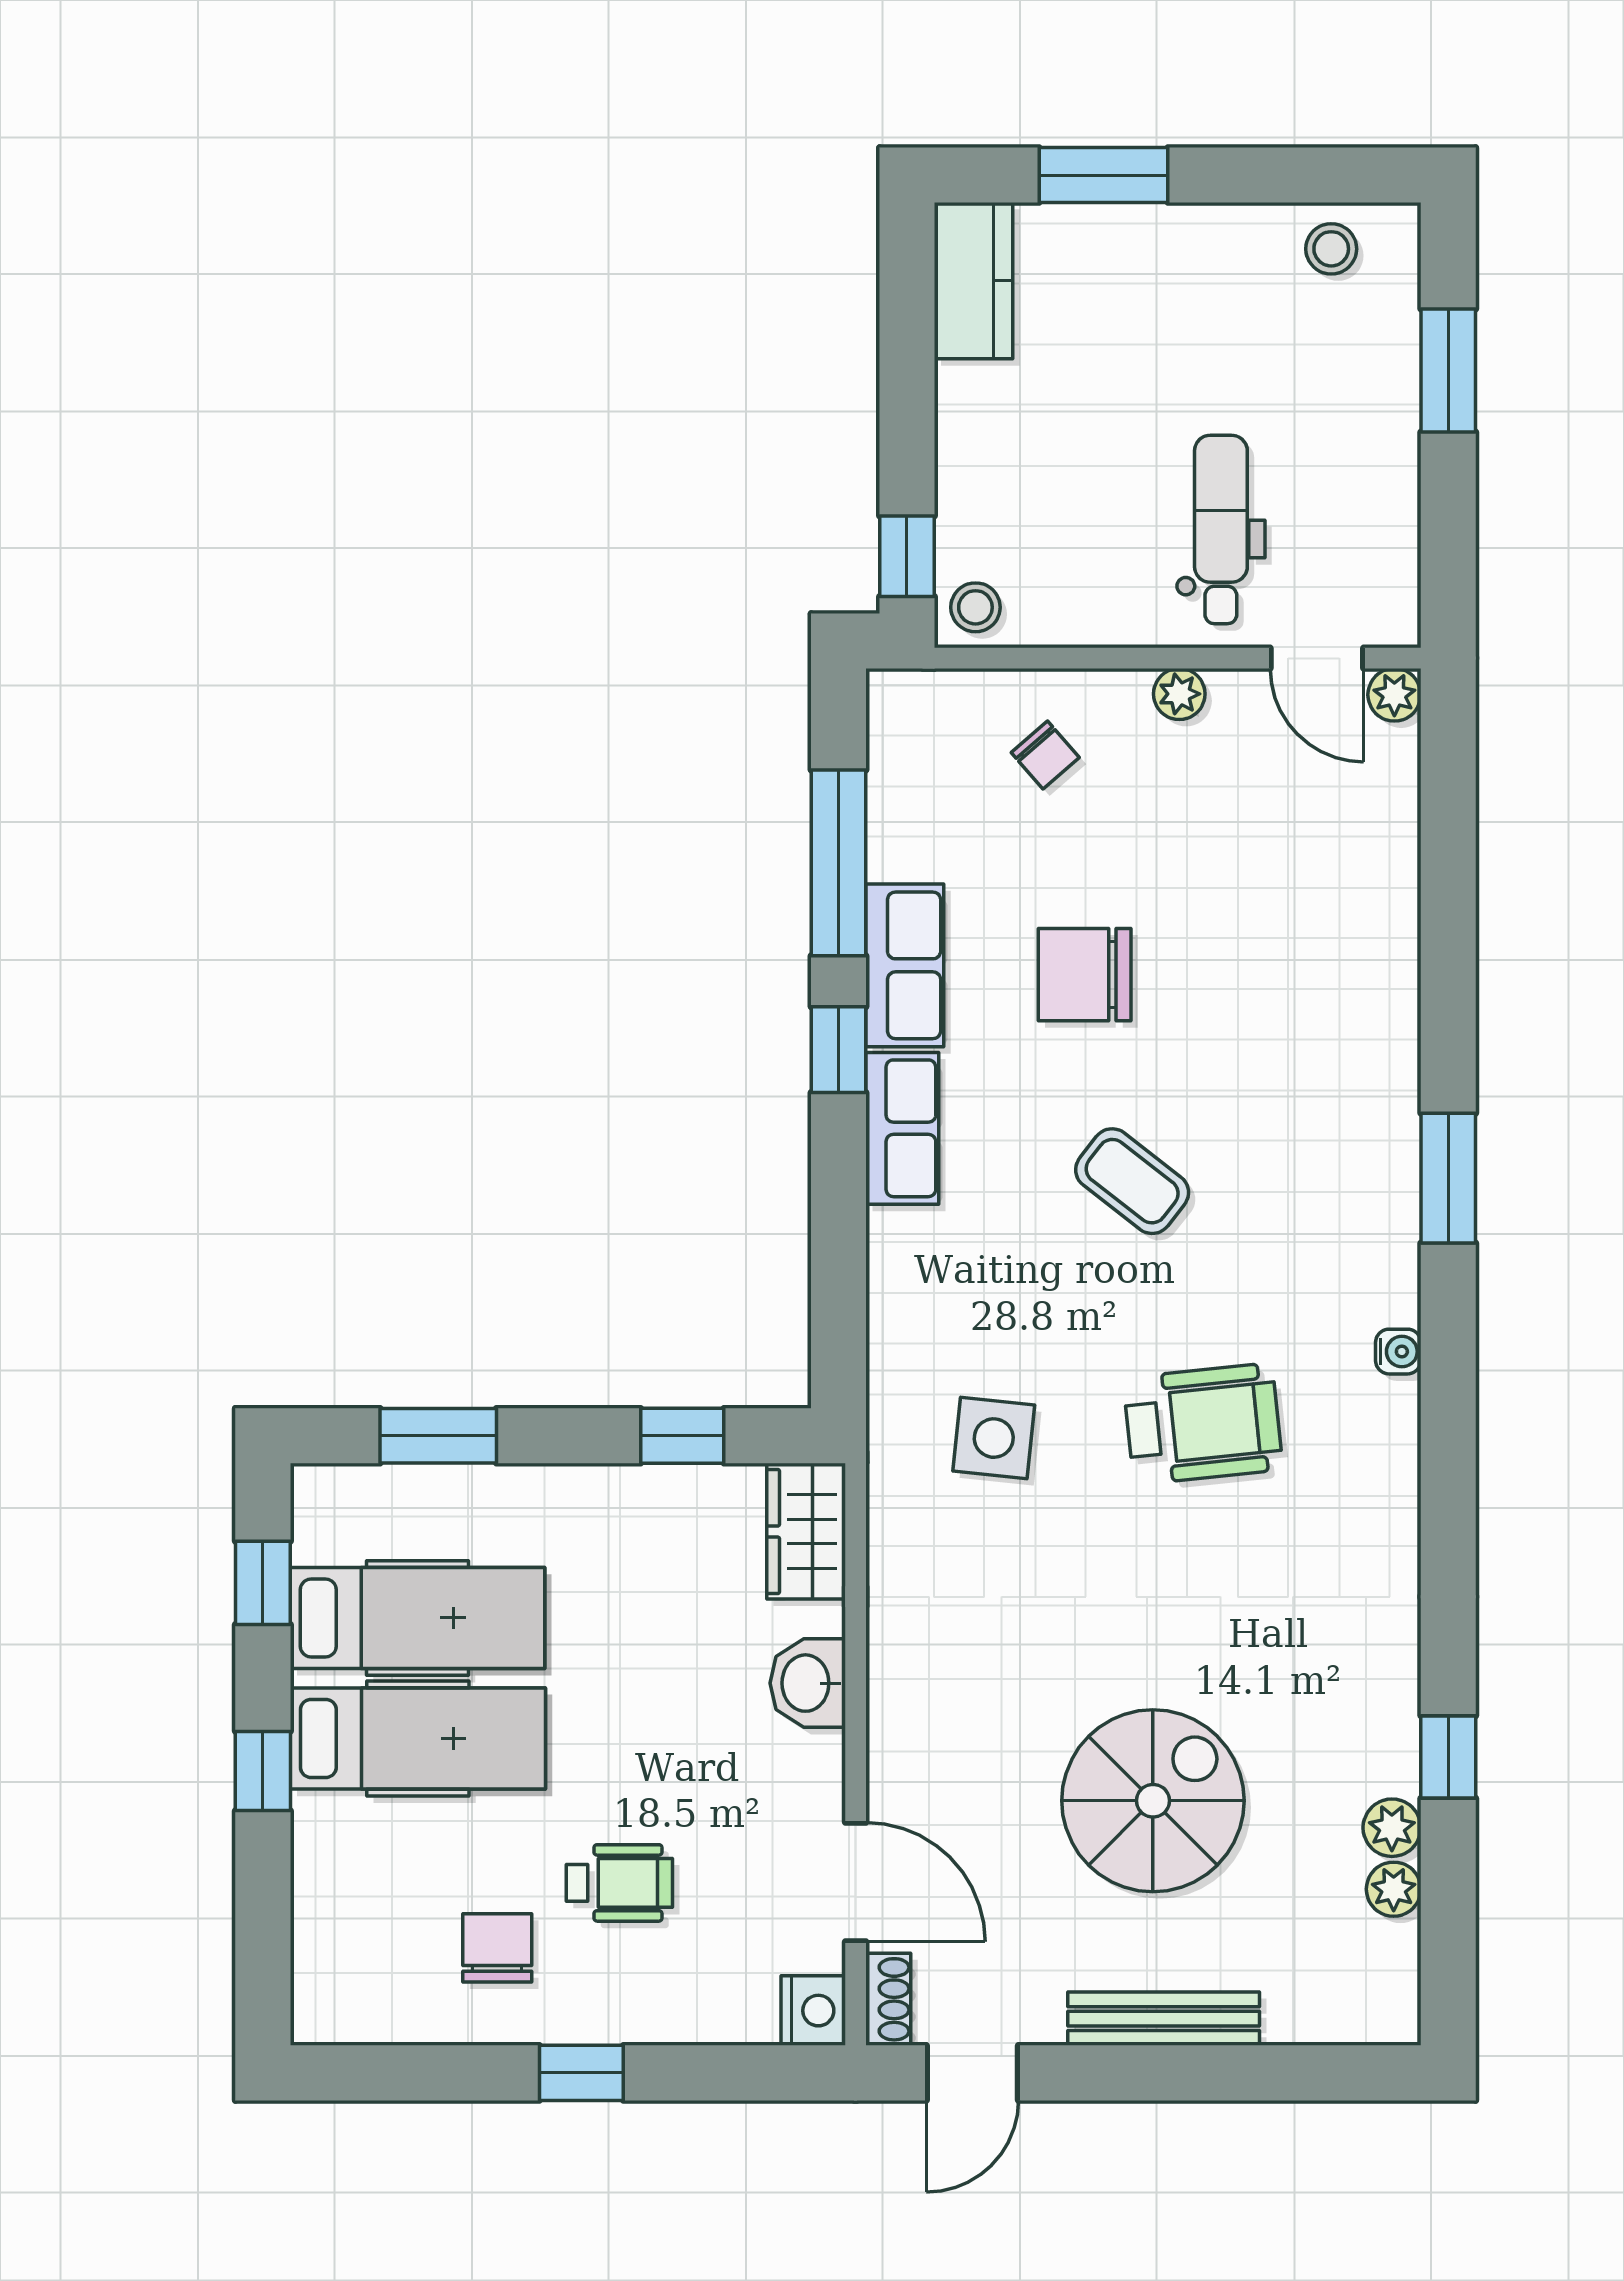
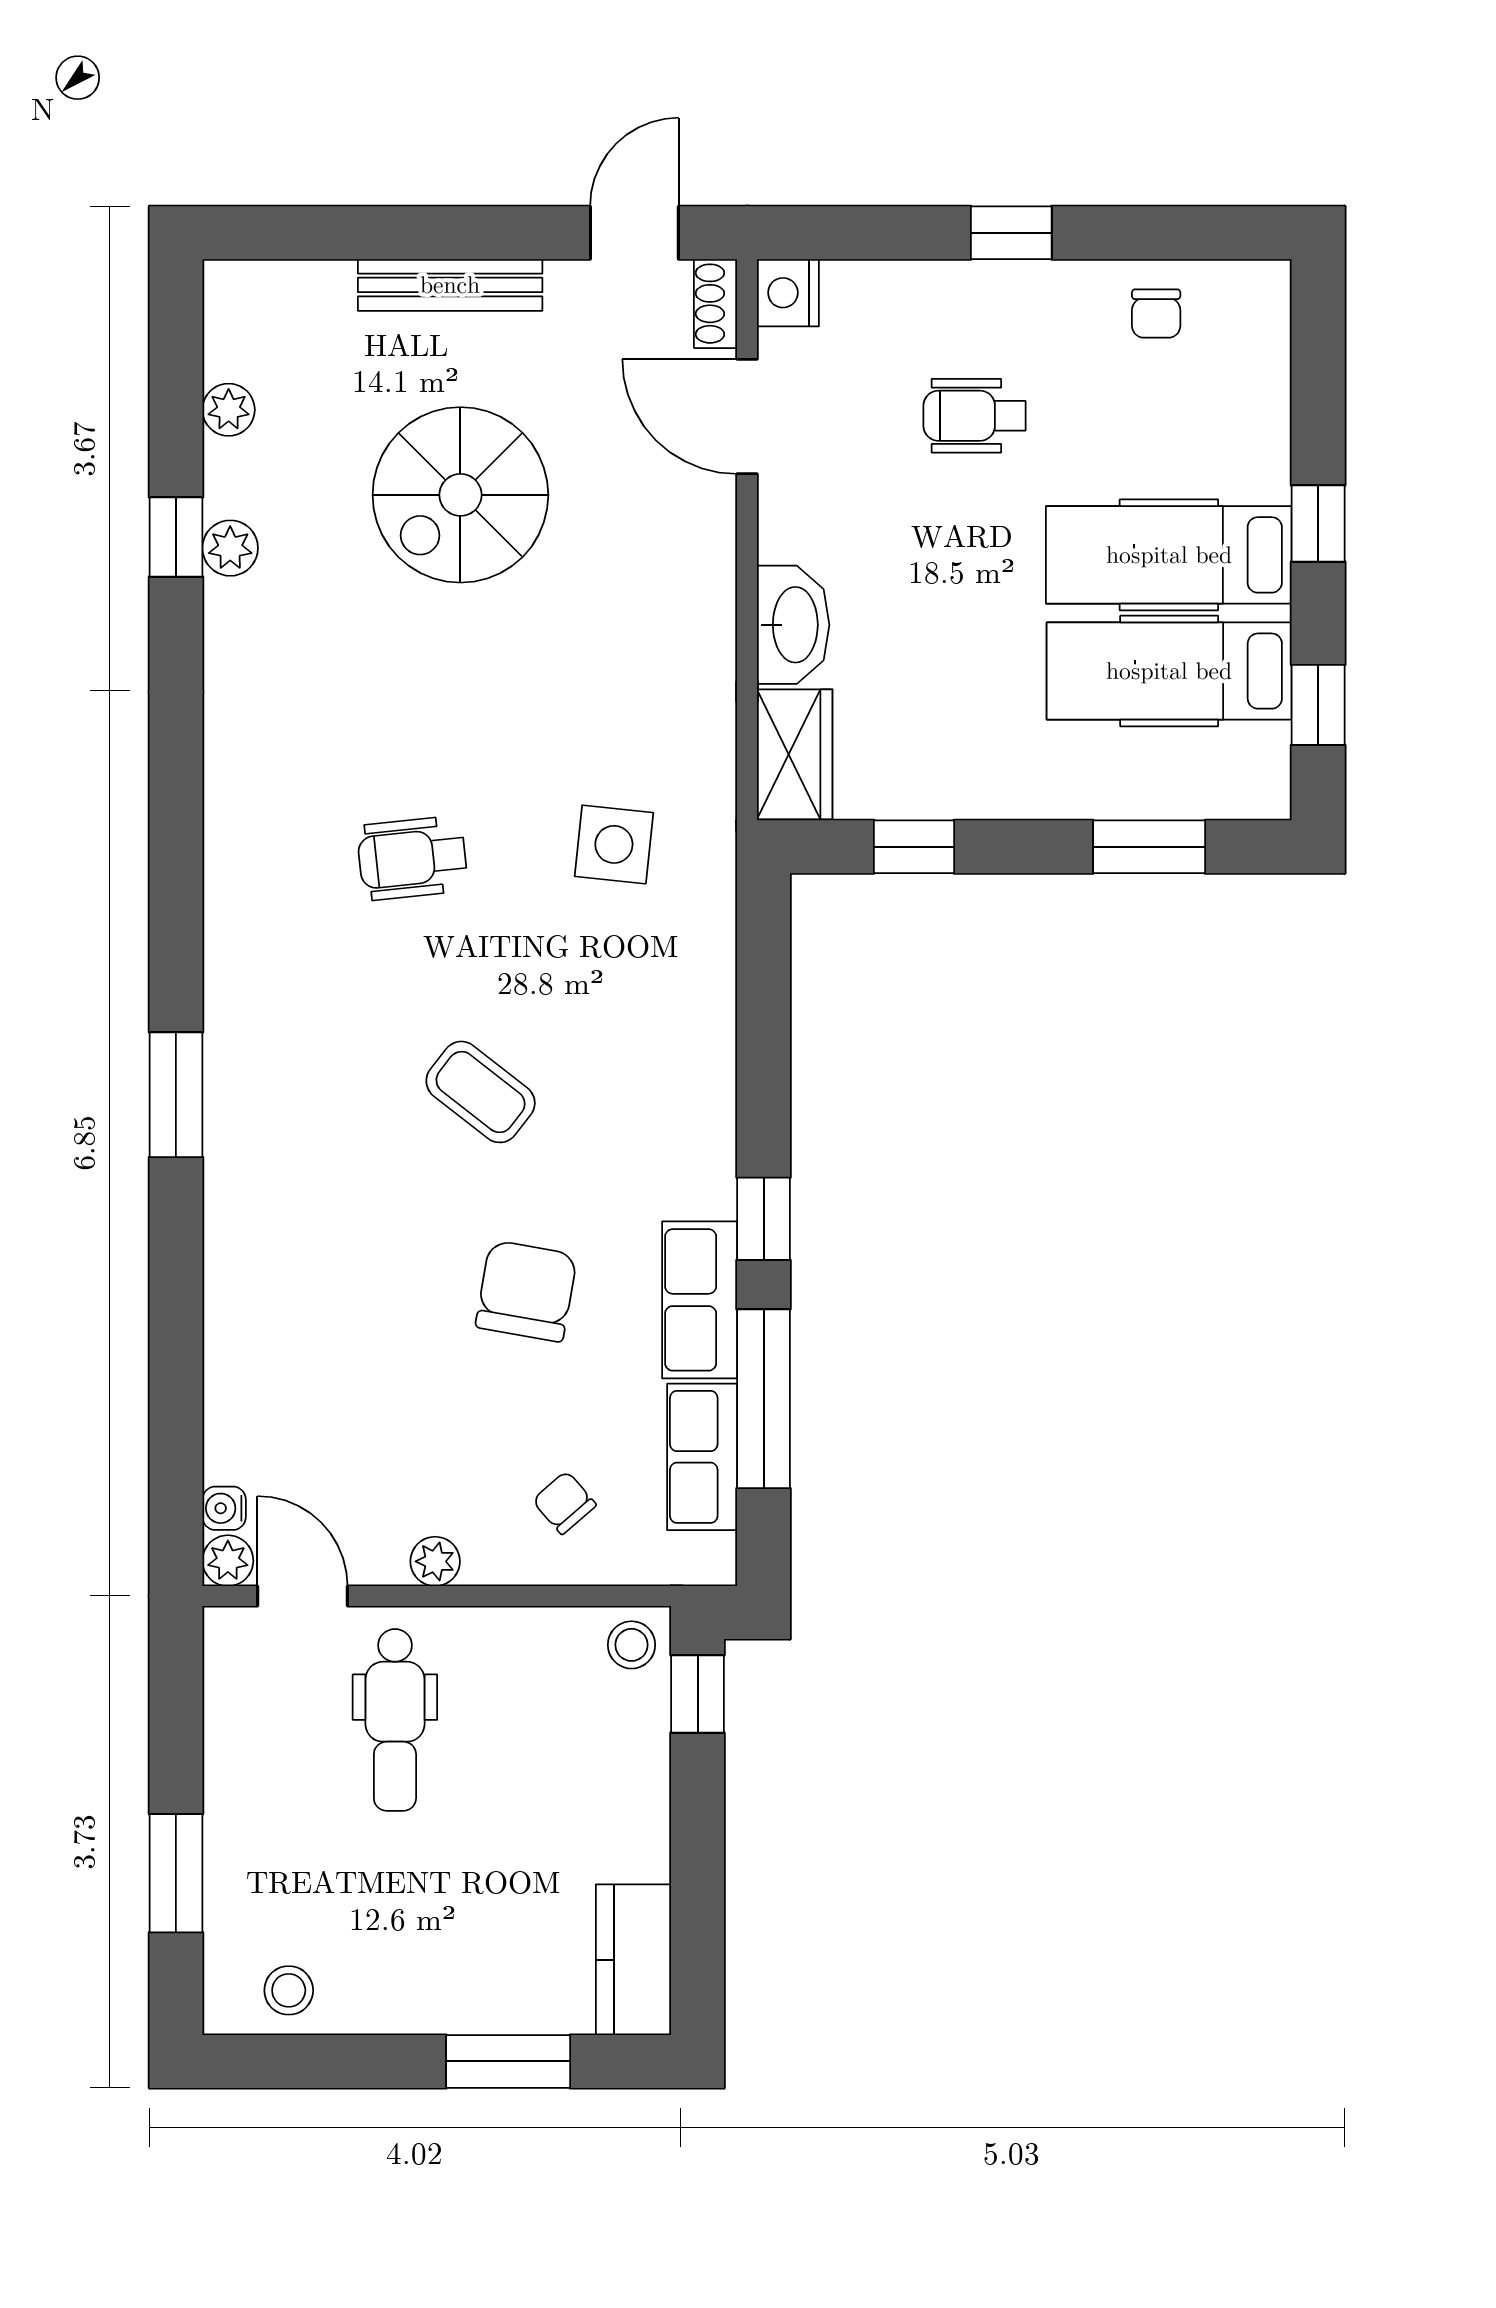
chair: (1085, 975) -> (526, 1291), turned -80
row of seats: (902, 1128) -> (702, 1457), moved
water cooler: (1398, 1352) -> (224, 1508), moved
wheelchair: (1203, 1424) -> (412, 858), width x0.73, depth x0.73
washbasin: (808, 1683) -> (793, 625), width x1.38
plant: (1392, 1828) -> (230, 548), moved
chair: (497, 1948) -> (1156, 314), moved, width x0.73, depth x0.73

